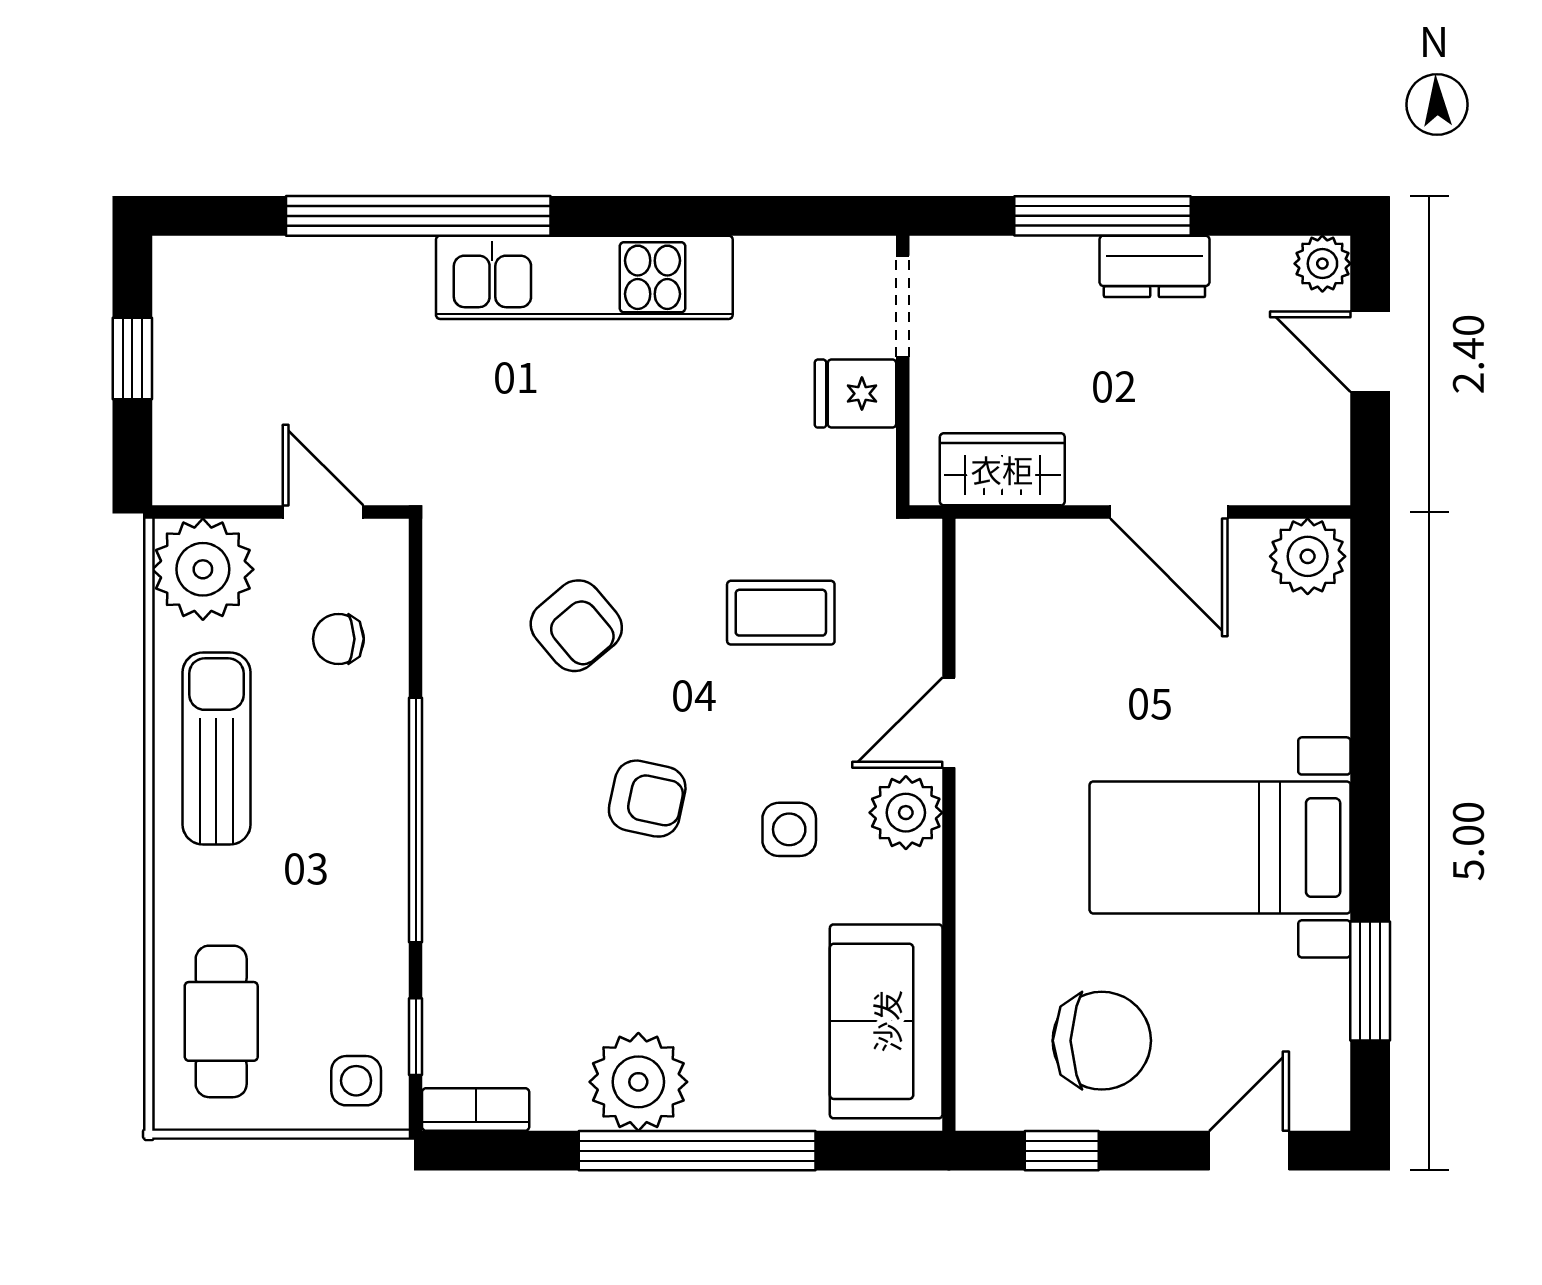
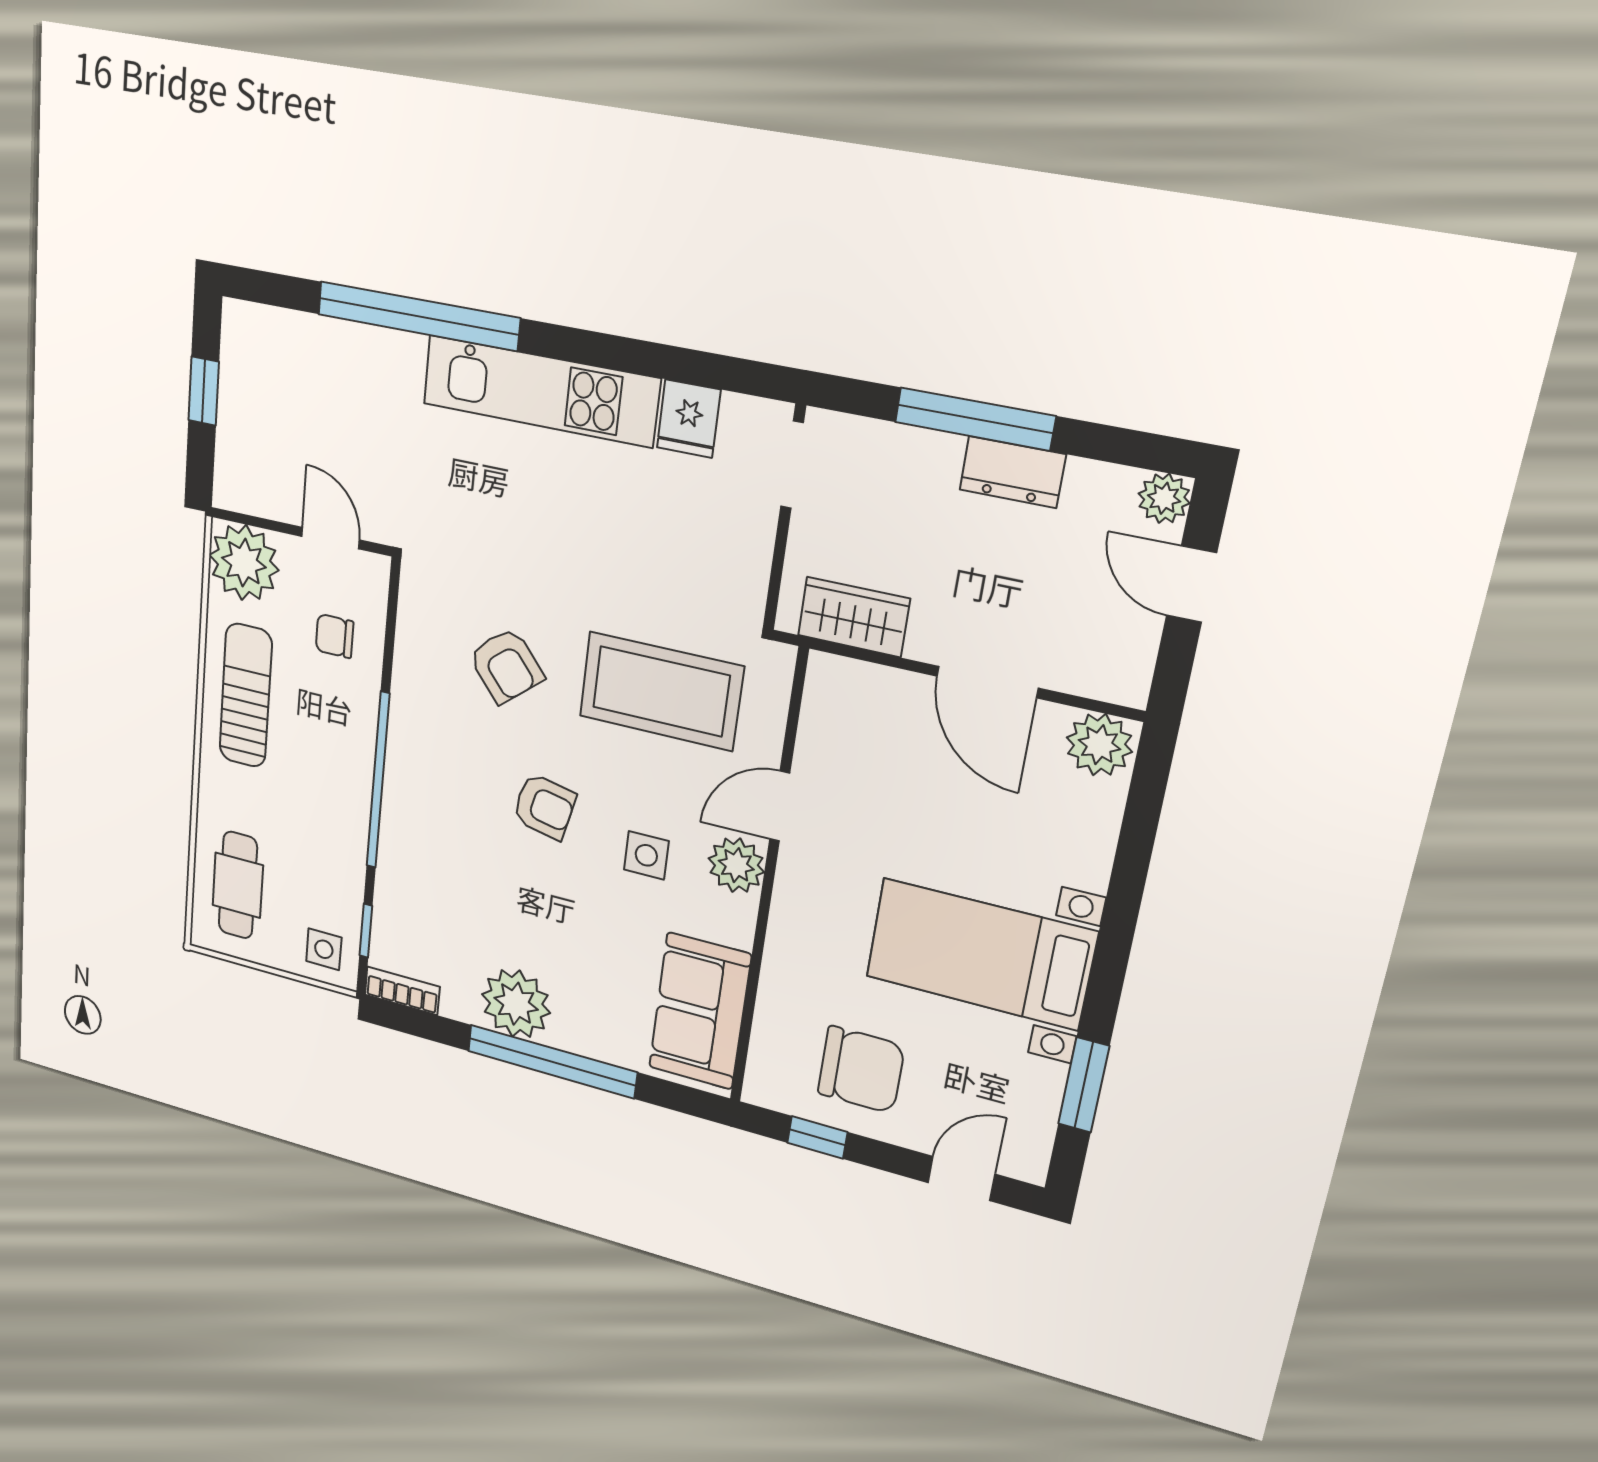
fridge: (855, 394) -> (689, 419), moved, turned -90
coffee table: (781, 613) -> (661, 691), width x1.86, depth x1.72

